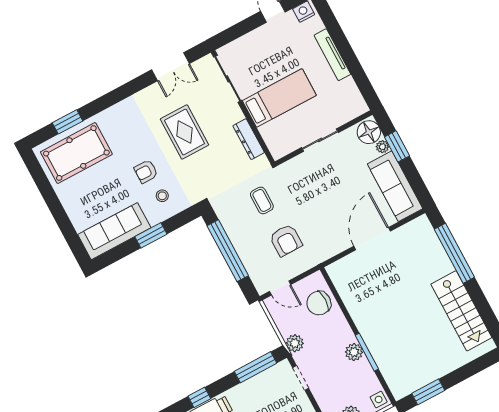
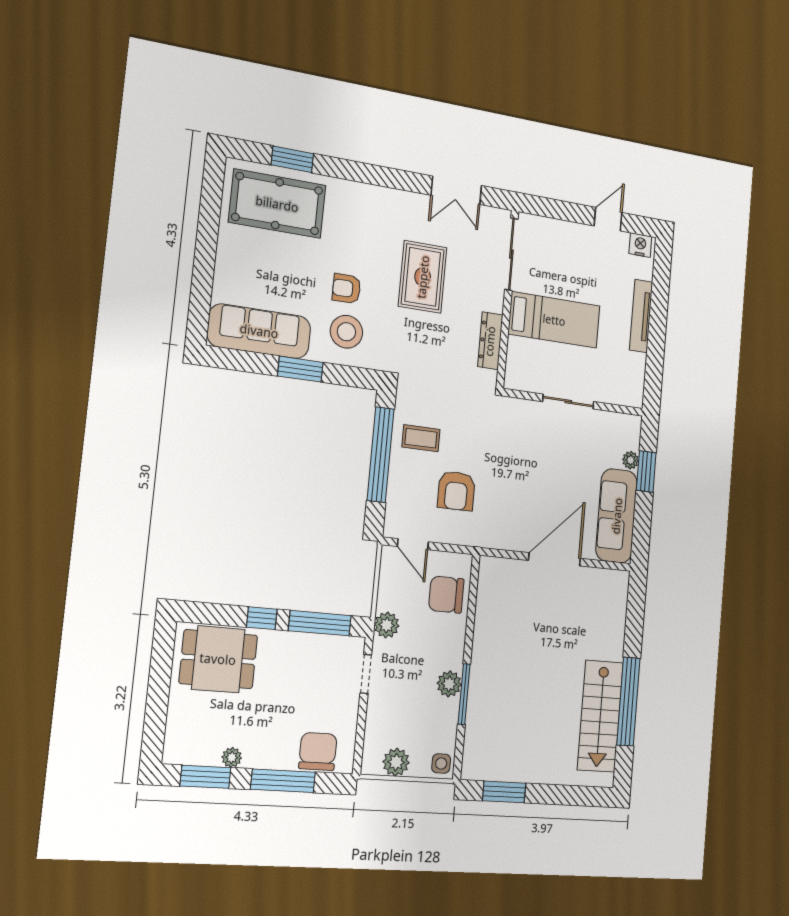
floor lamp: (369, 132) -> (626, 433), removed
stool: (162, 196) -> (346, 332), width x1.89, depth x1.89
coffee table: (262, 200) -> (421, 438), moved, turned 90
window: (454, 253) -> (628, 702), moved
window: (199, 397) -> (262, 618), moved

